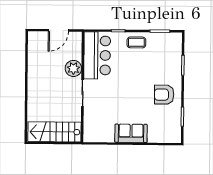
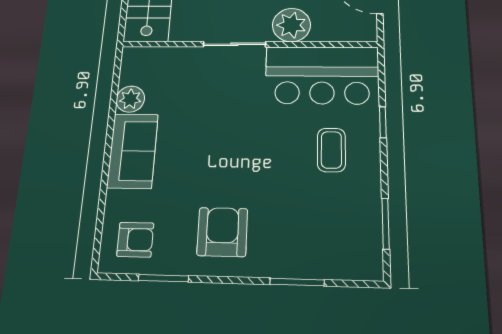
coffee table: (136, 42) -> (331, 150), moved
armchair: (168, 129) -> (135, 240), added
plant: (108, 136) -> (130, 99), added

